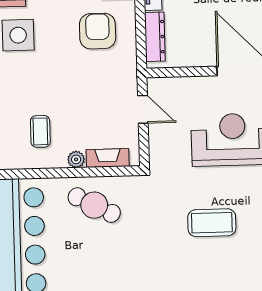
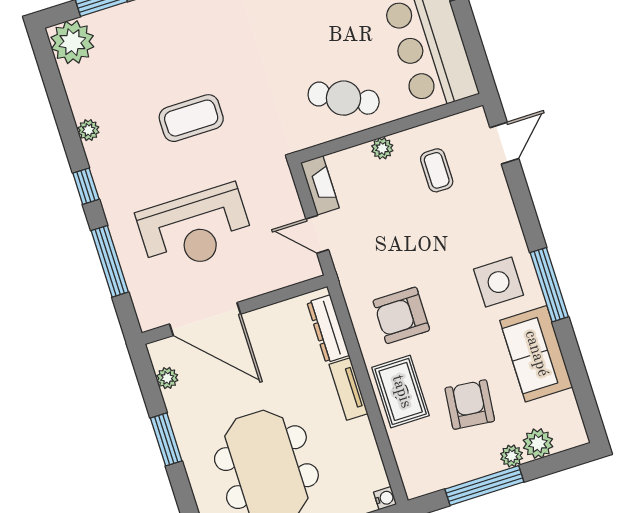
armchair: (98, 31) -> (401, 315), turned 90
fireplace: (108, 158) -> (320, 185), moved, turned -90

